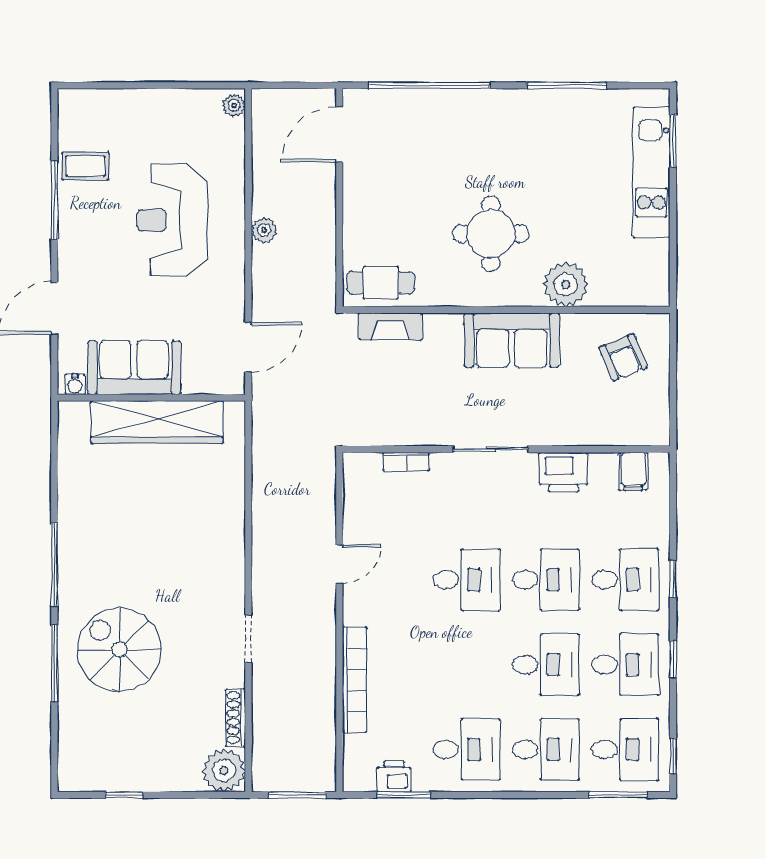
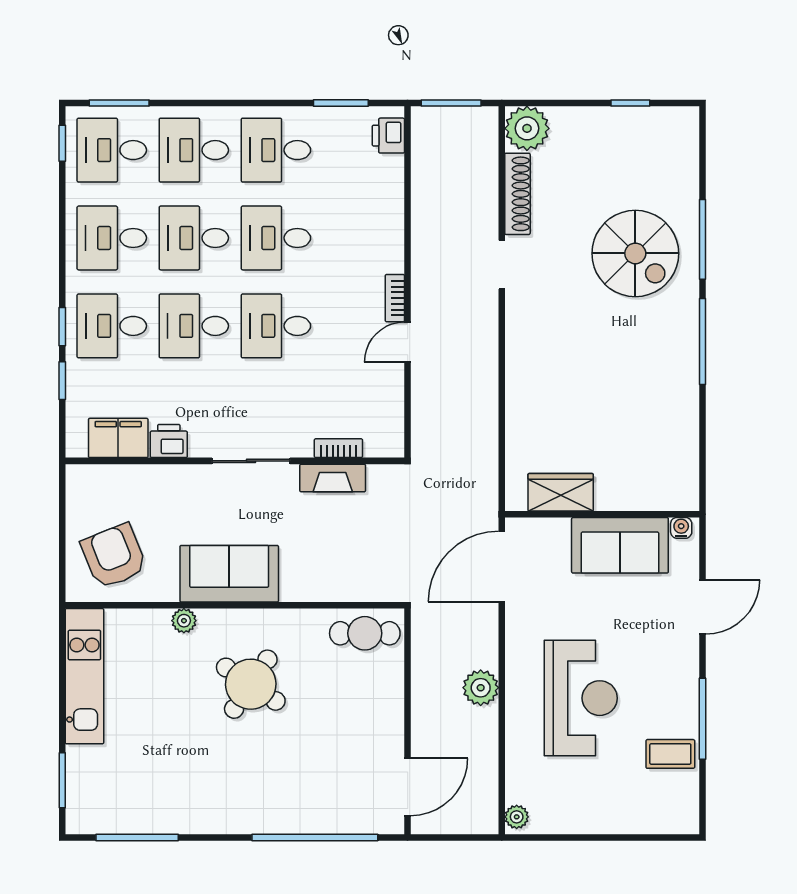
window: (567, 85) -> (137, 838), moved
kitchen unit: (652, 172) -> (84, 676), moved
plant: (264, 230) -> (481, 688), width x1.38, depth x1.38
round table: (491, 234) -> (251, 684), turned 34
plant: (566, 285) -> (184, 621), width x0.53, depth x0.53
fireplace: (390, 326) -> (333, 478), moved, turned 180
door: (248, 347) -> (502, 566), width x1.36
armchair: (623, 357) -> (114, 556), width x1.38, depth x1.38
wardrobe: (157, 422) -> (561, 492), width x0.48, depth x0.85
filing cabinet: (633, 471) -> (118, 438), width x2.00
printer: (564, 472) -> (169, 441), width x0.73, depth x0.81
window: (673, 659) -> (62, 381), moved
desk: (467, 665) -> (276, 238), added
bookcase: (355, 680) -> (395, 298), moved, width x0.43, depth x0.76
shoe rack: (236, 718) -> (517, 194), width x1.36, depth x1.24
printer: (394, 776) -> (388, 136), moved, turned 90

